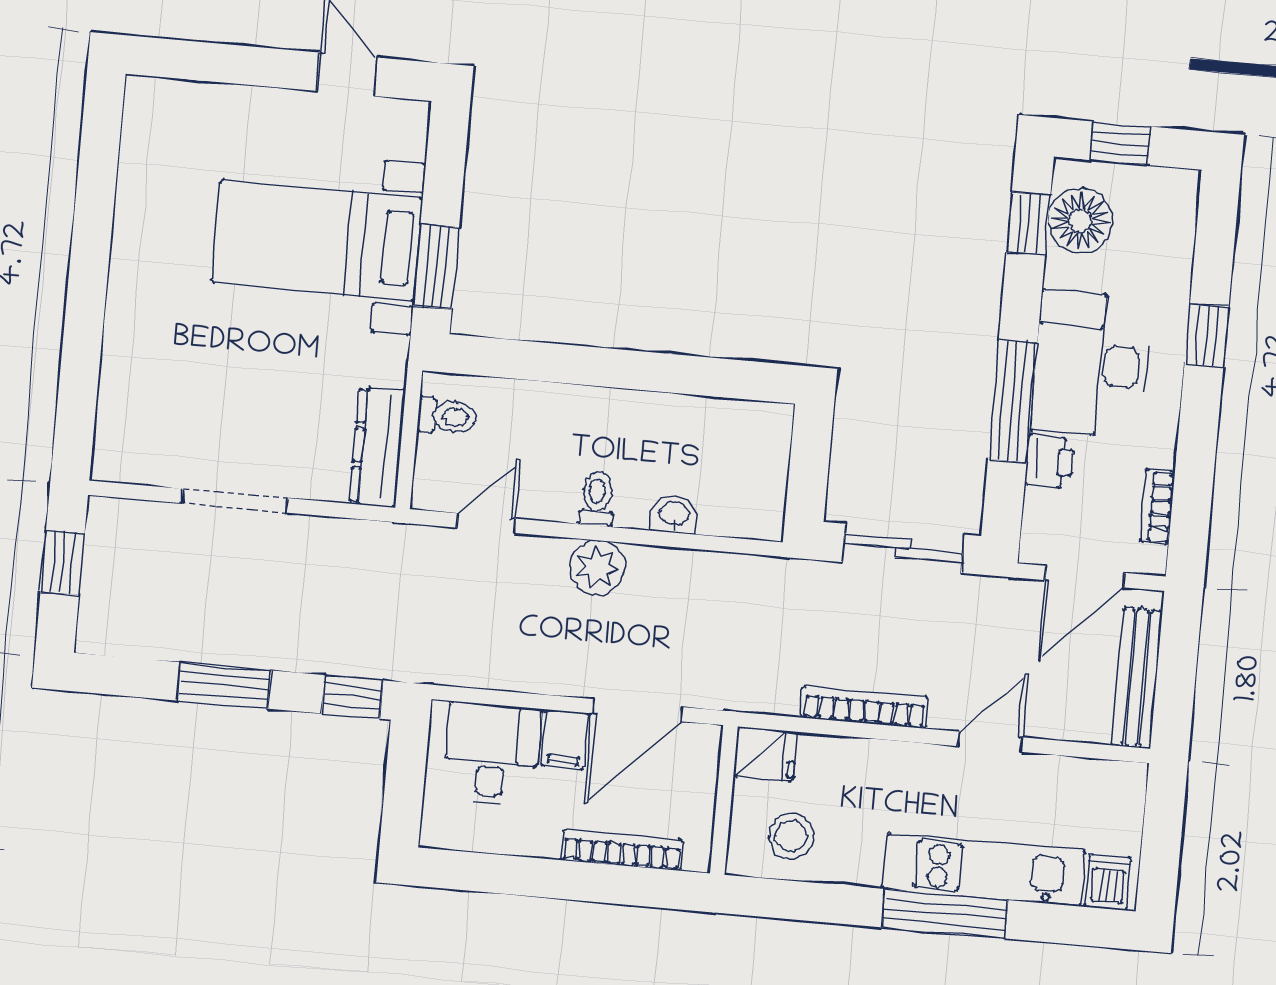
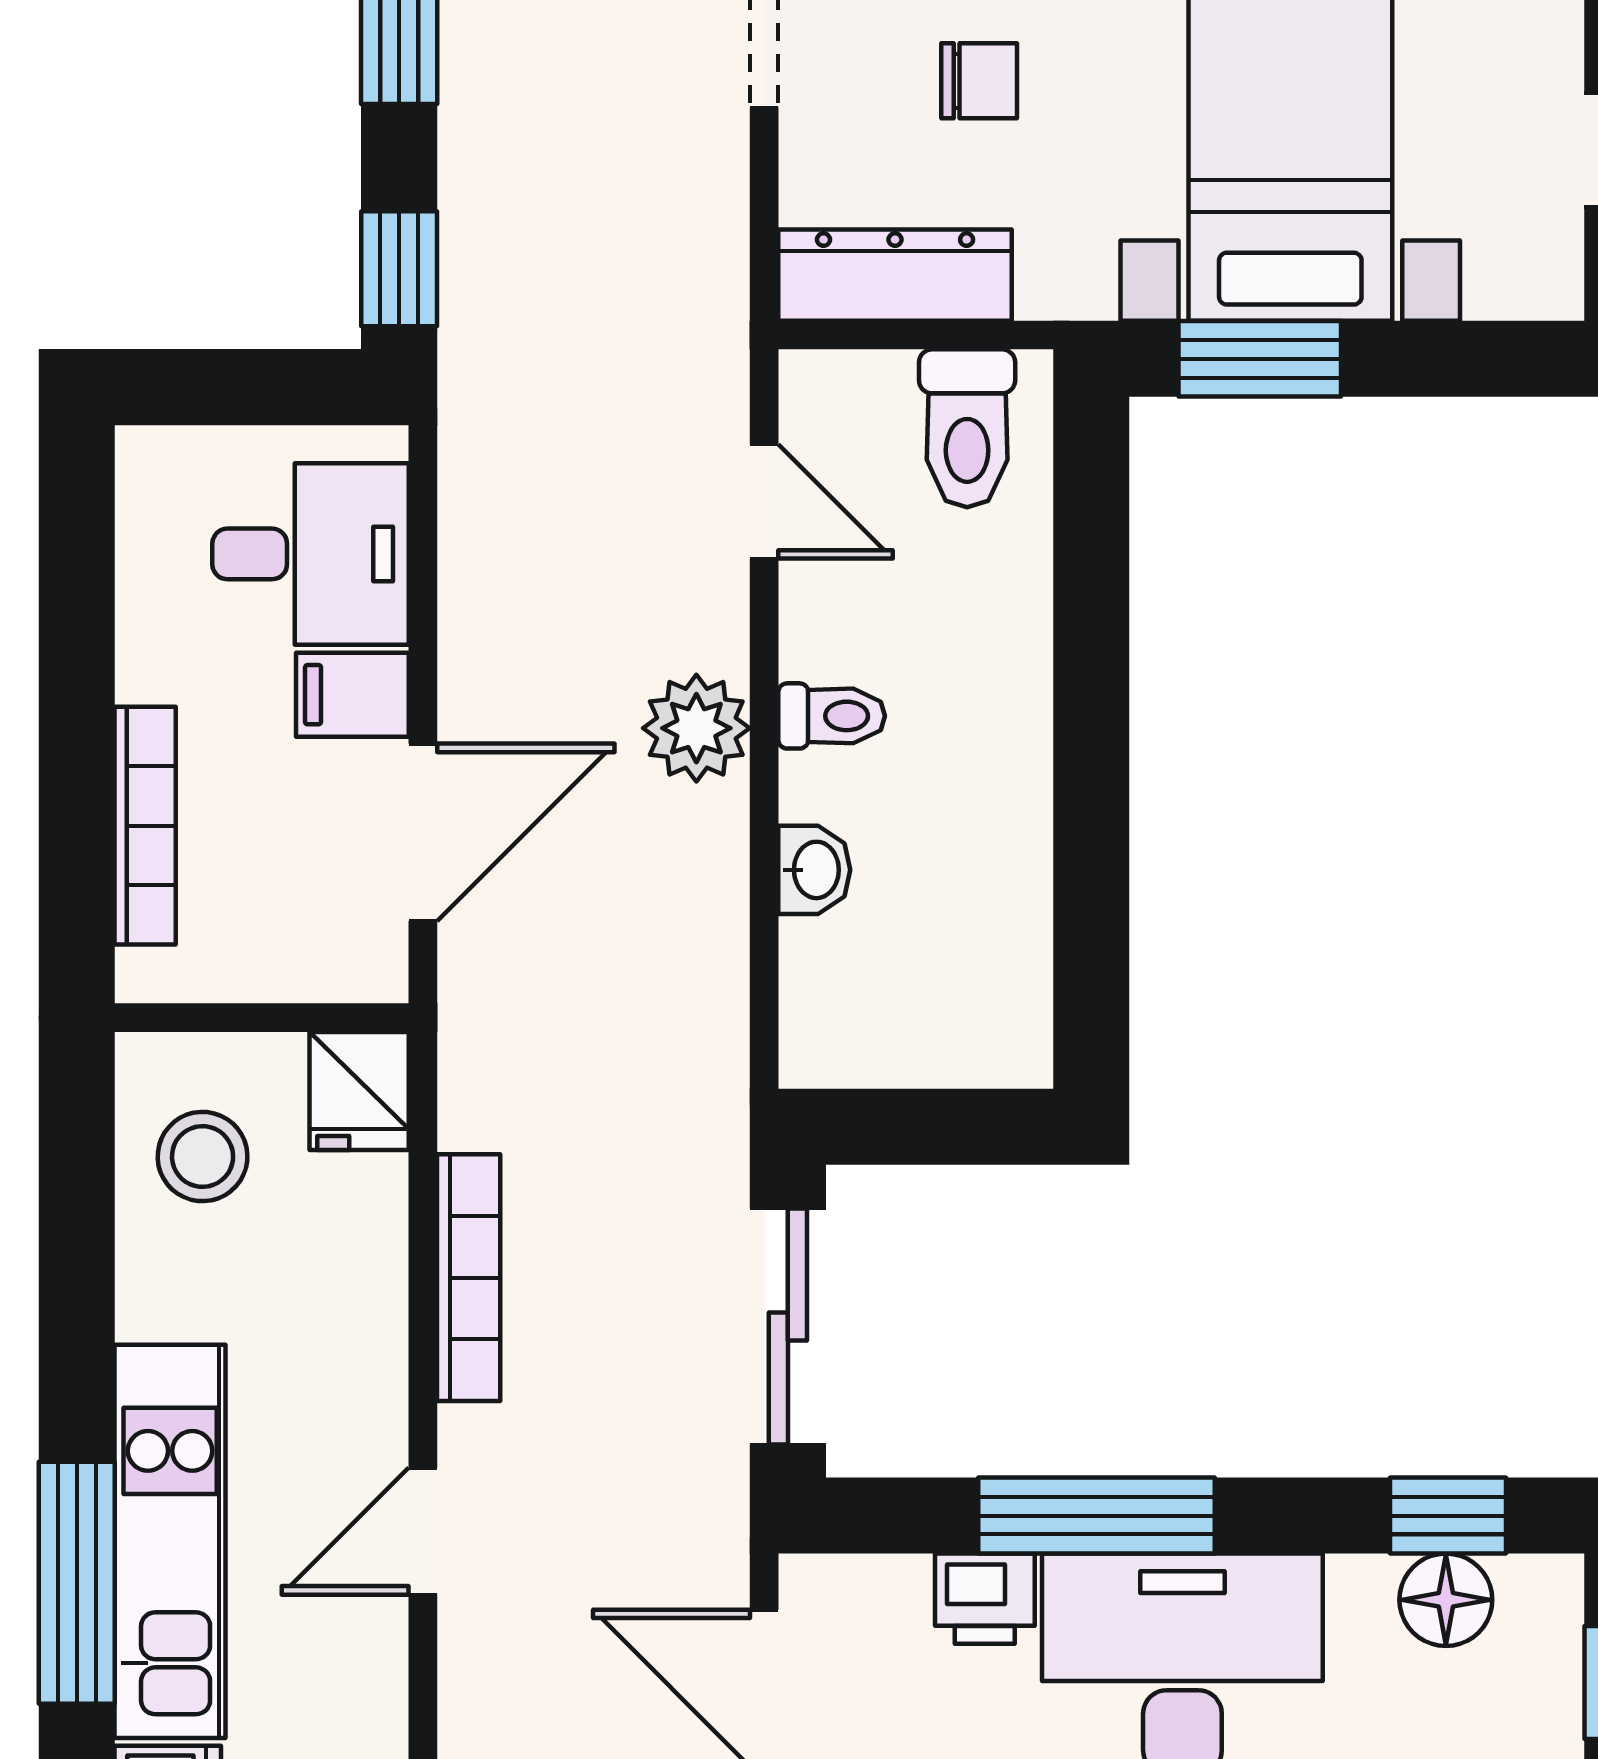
floor lamp: (1080, 221) -> (1446, 1600), width x0.73, depth x0.73
chair: (283, 396) -> (979, 81), added
toilet: (447, 416) -> (967, 428), width x1.37, depth x1.39
door: (638, 710) -> (423, 832), swing flipped
door: (990, 742) -> (423, 1531), swing flipped
window: (945, 914) -> (77, 1583), moved

